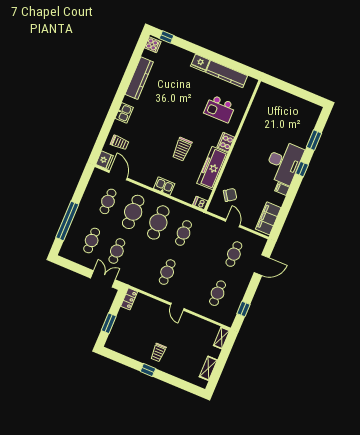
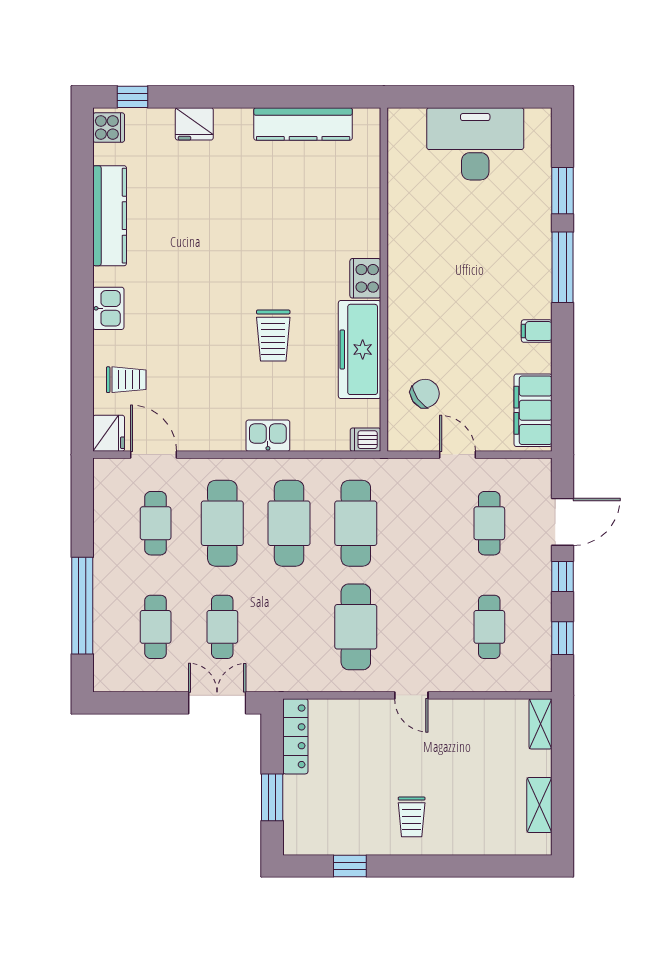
fridge: (200, 63) -> (194, 124), moved
kitchen island: (220, 109) -> (320, 209), removed
desk: (284, 162) -> (475, 144), moved, turned -90
window: (302, 169) -> (563, 267), width x2.17
cafe table: (184, 233) -> (356, 523), width x1.37, depth x1.35
cafe table: (167, 272) -> (356, 627), width x1.37, depth x1.35
window: (253, 286) -> (563, 576), added
locker: (129, 299) -> (295, 736), width x1.53
window: (148, 370) -> (350, 866), moved

